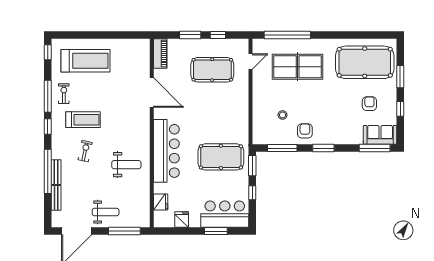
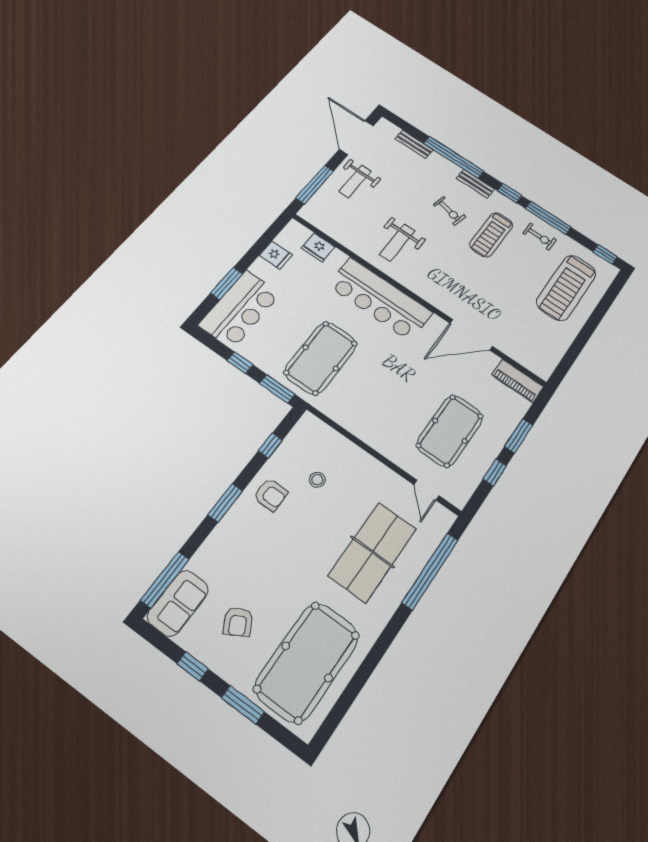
armchair: (369, 104) -> (238, 622), turned 61
window: (282, 148) -> (270, 446), width x0.46
bench: (56, 172) -> (476, 184), moved

